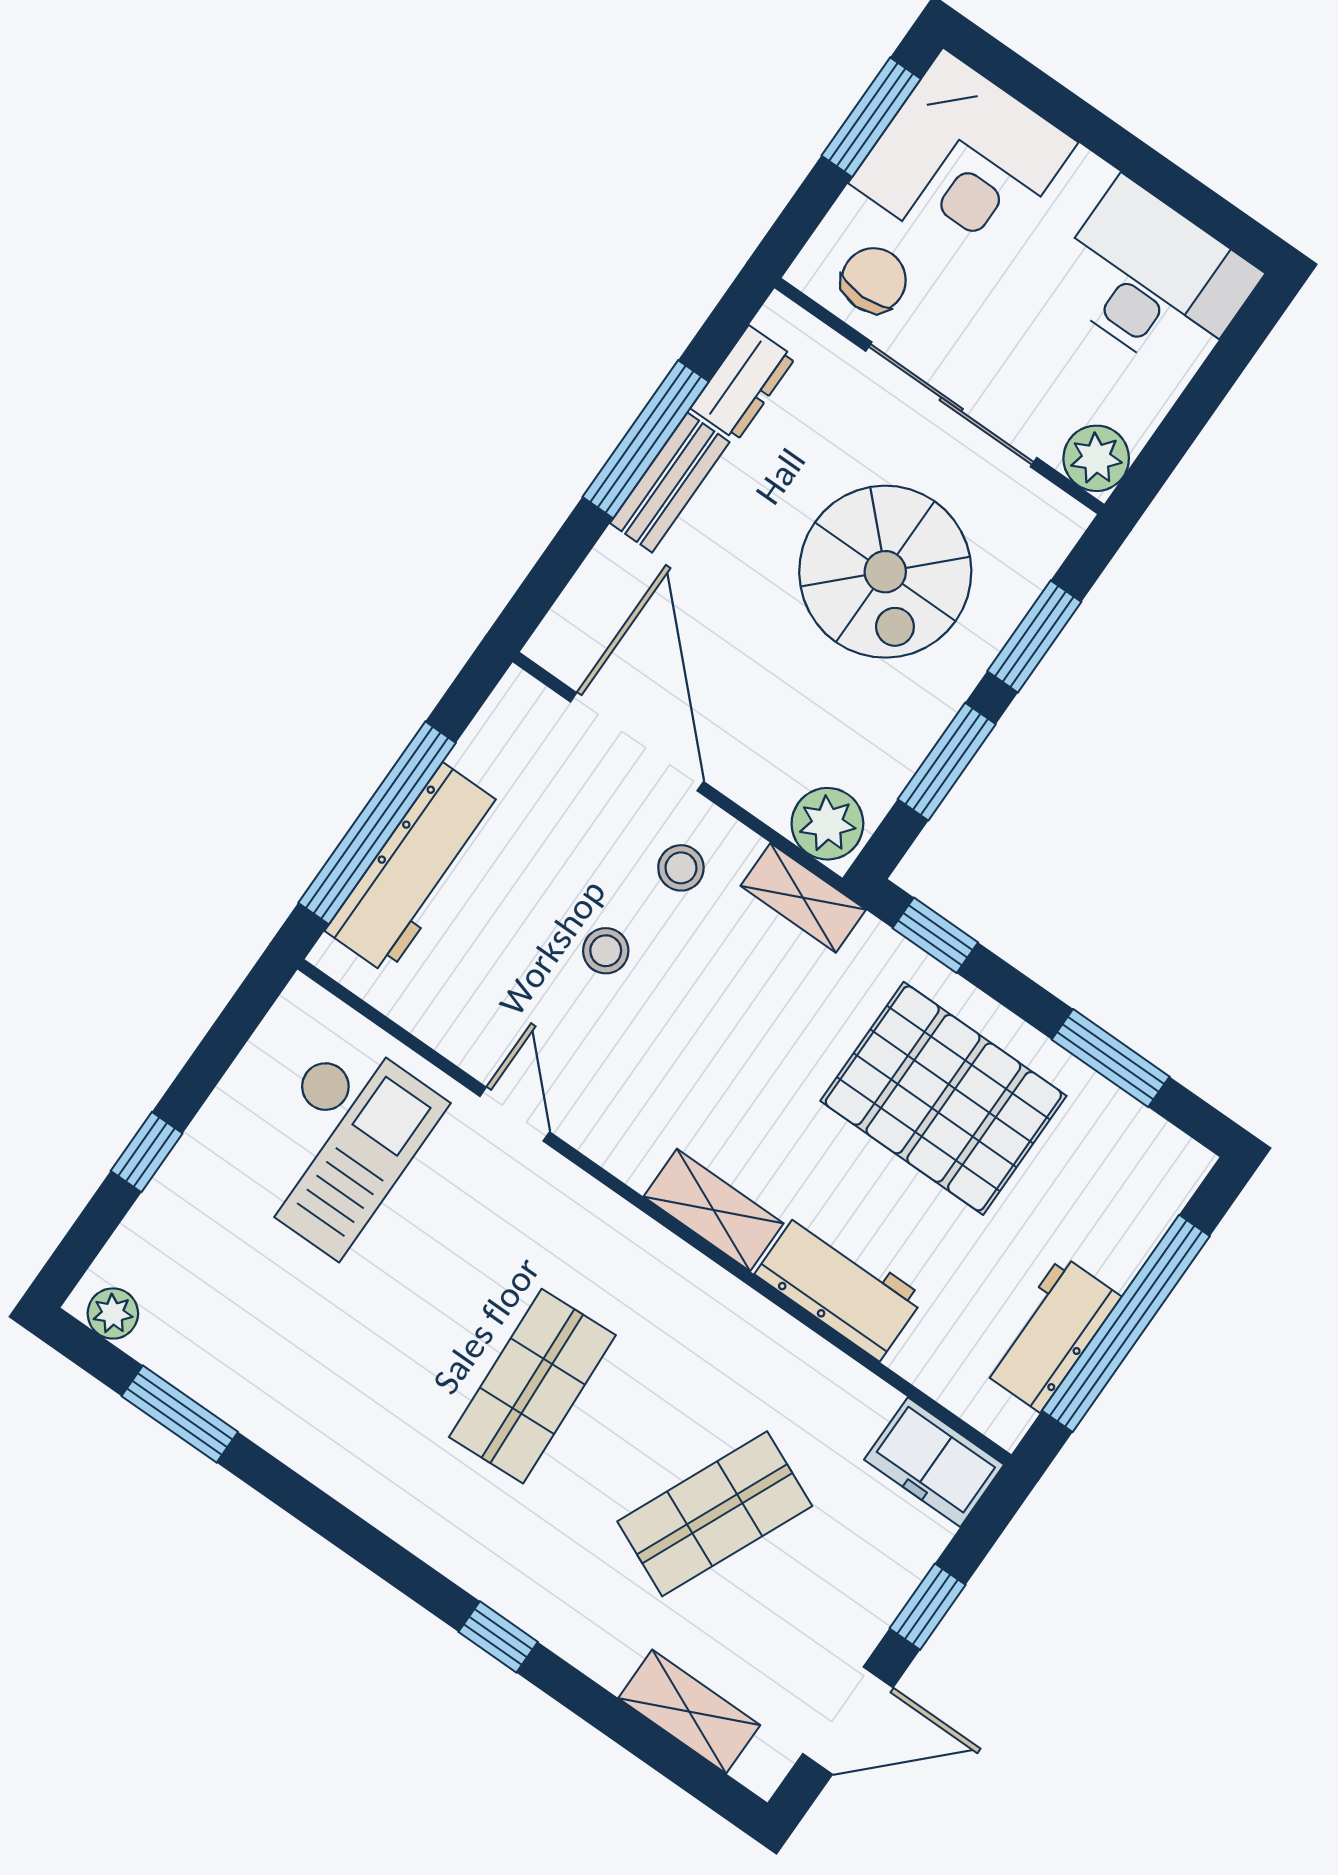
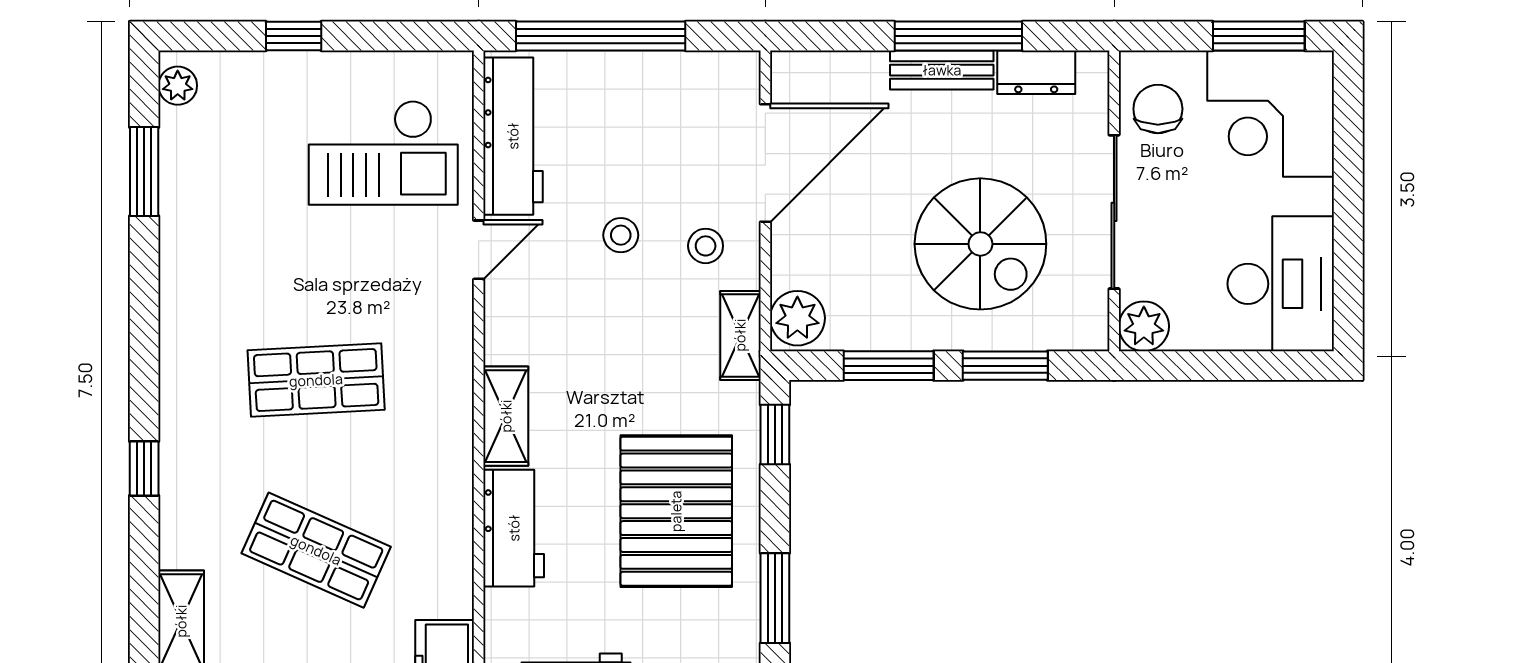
chair: (874, 280) -> (1158, 109), turned -90
spiral stairs: (885, 572) -> (980, 244), turned -90
workbench: (415, 869) -> (513, 136), moved, turned -90

